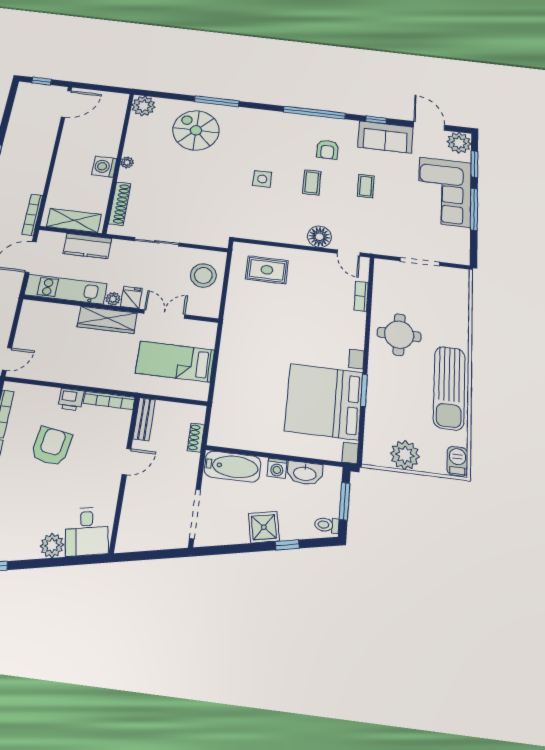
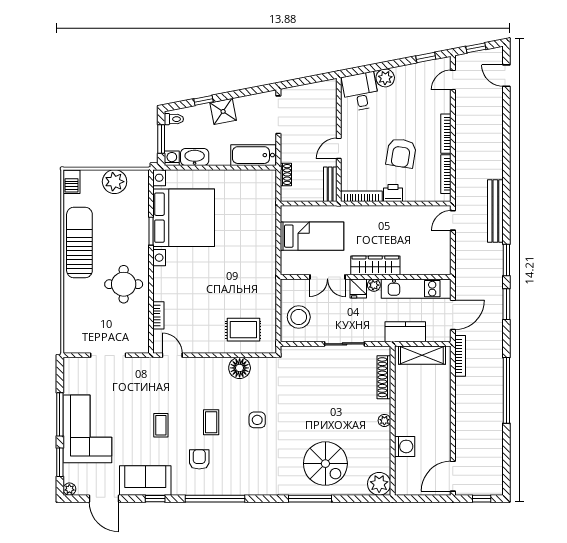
plant: (459, 143) -> (69, 489), width x0.53, depth x0.53
washing machine: (104, 167) -> (405, 446), moved
floor lamp: (319, 237) -> (240, 368), moved
washing machine: (277, 468) -> (172, 158), moved

